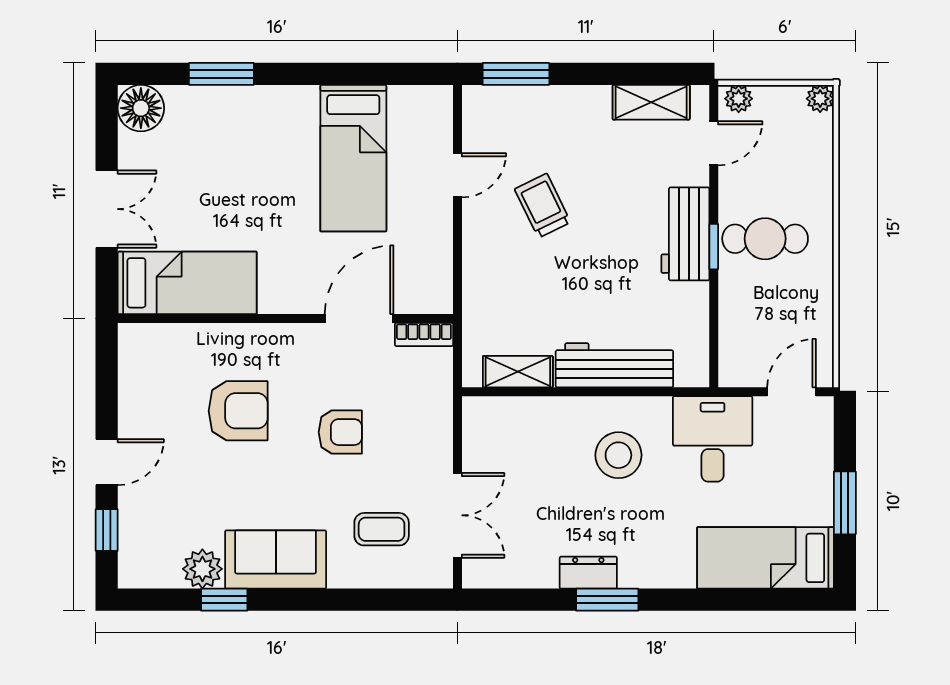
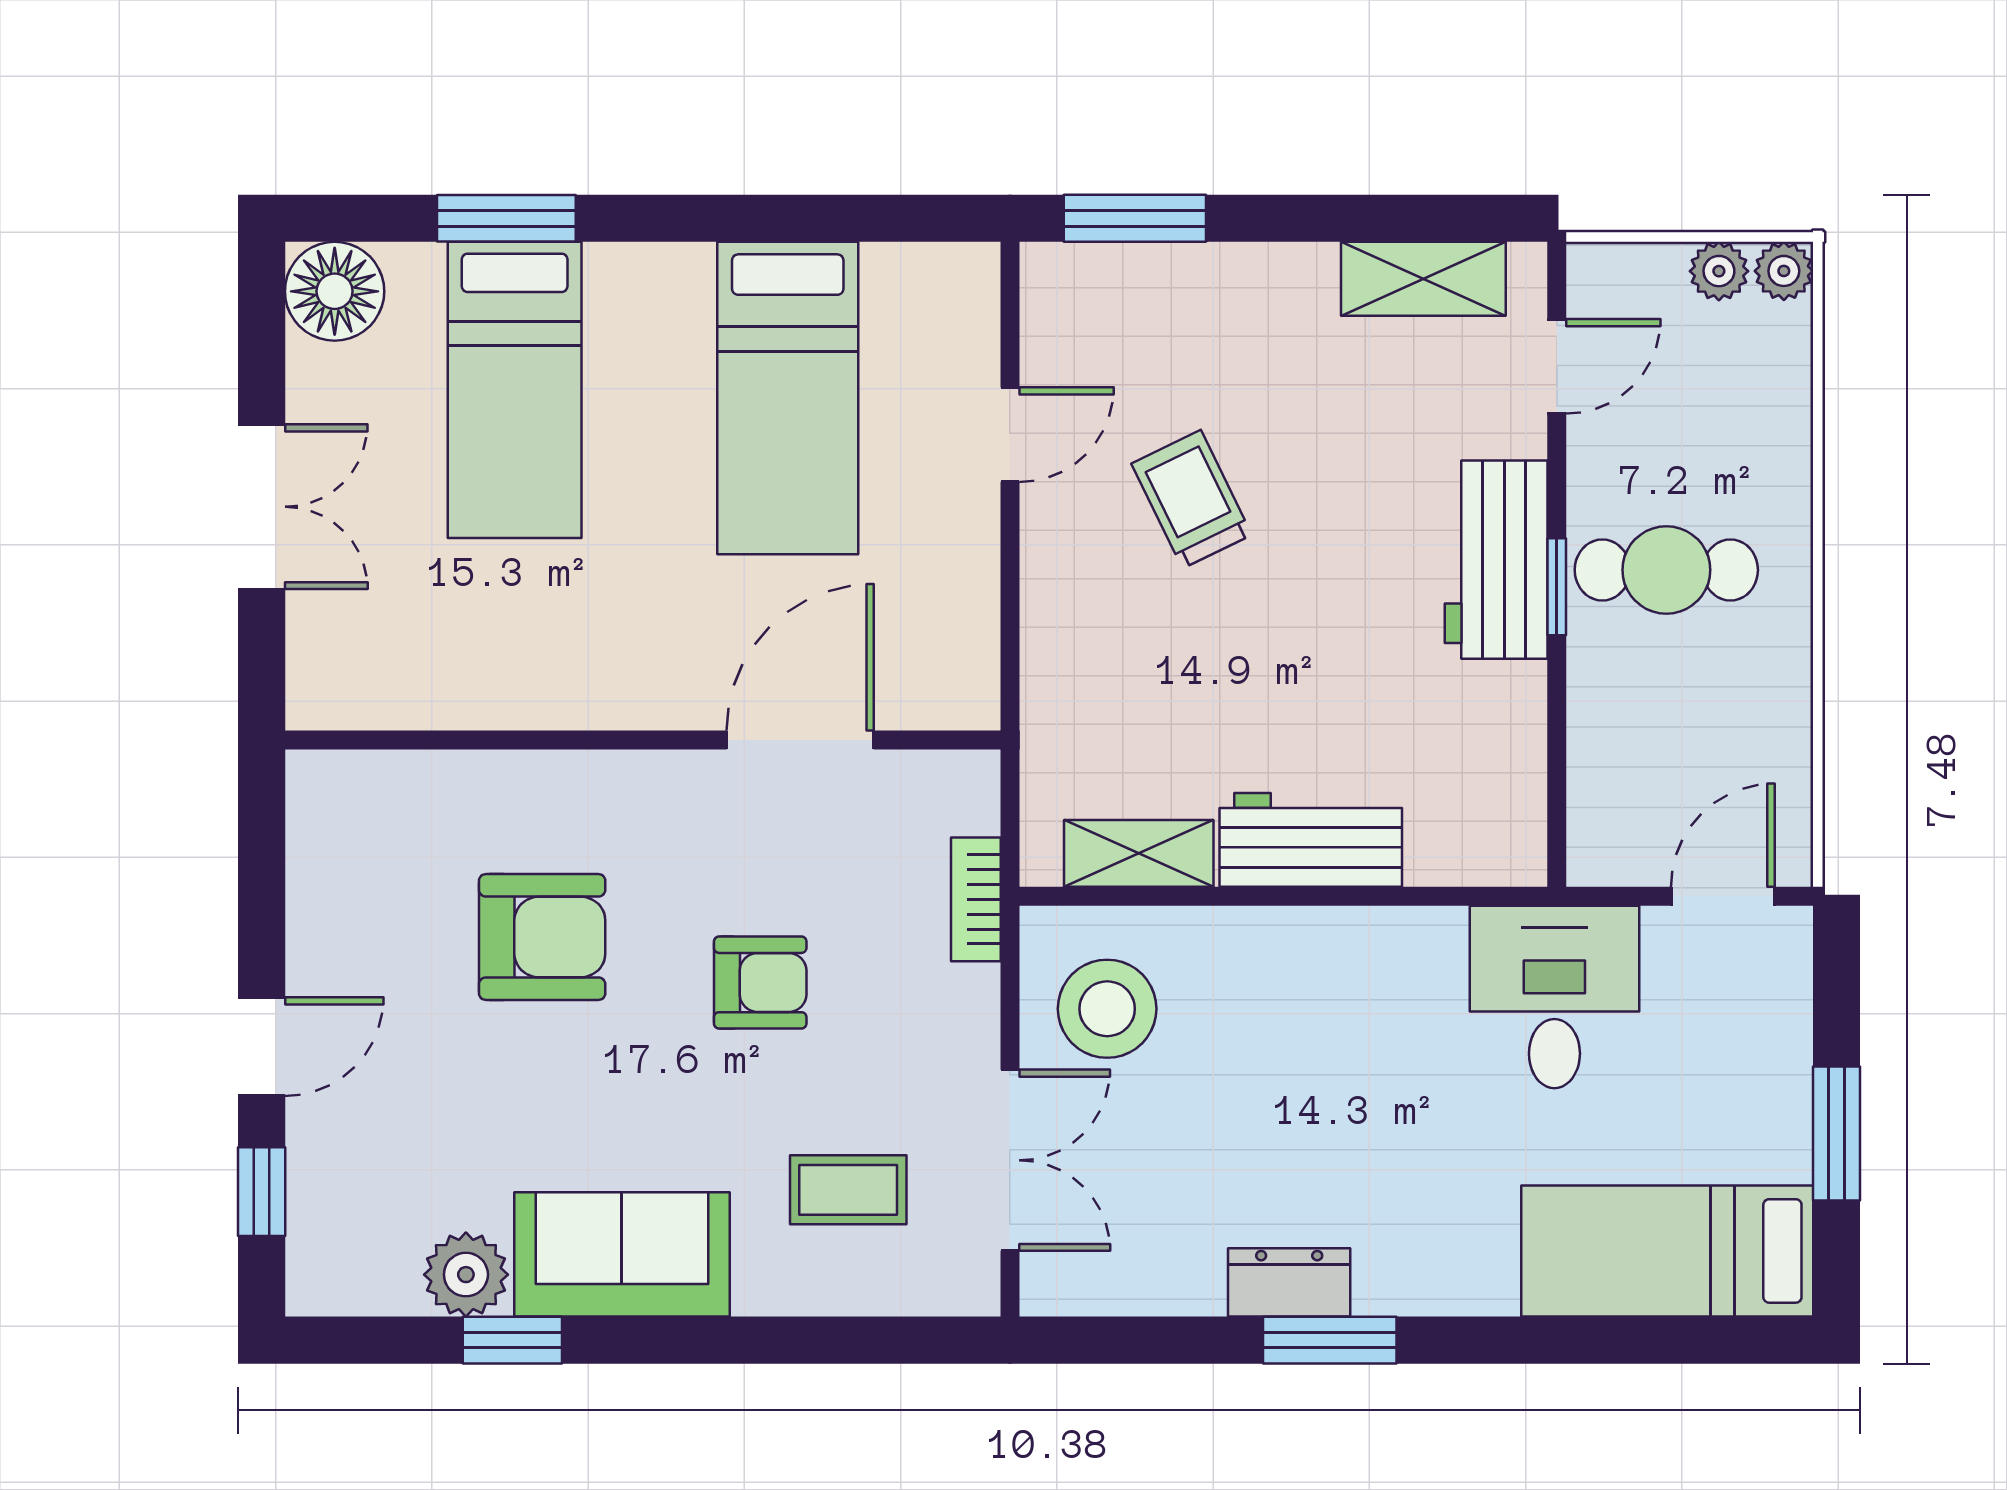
plant: (739, 99) -> (1719, 271), moved
bed: (187, 283) -> (515, 390), moved, turned 90
bookcase: (424, 335) -> (976, 899), moved, turned 90
workbench: (614, 365) -> (1311, 840), width x0.73
stool: (618, 455) -> (1107, 1009), moved

